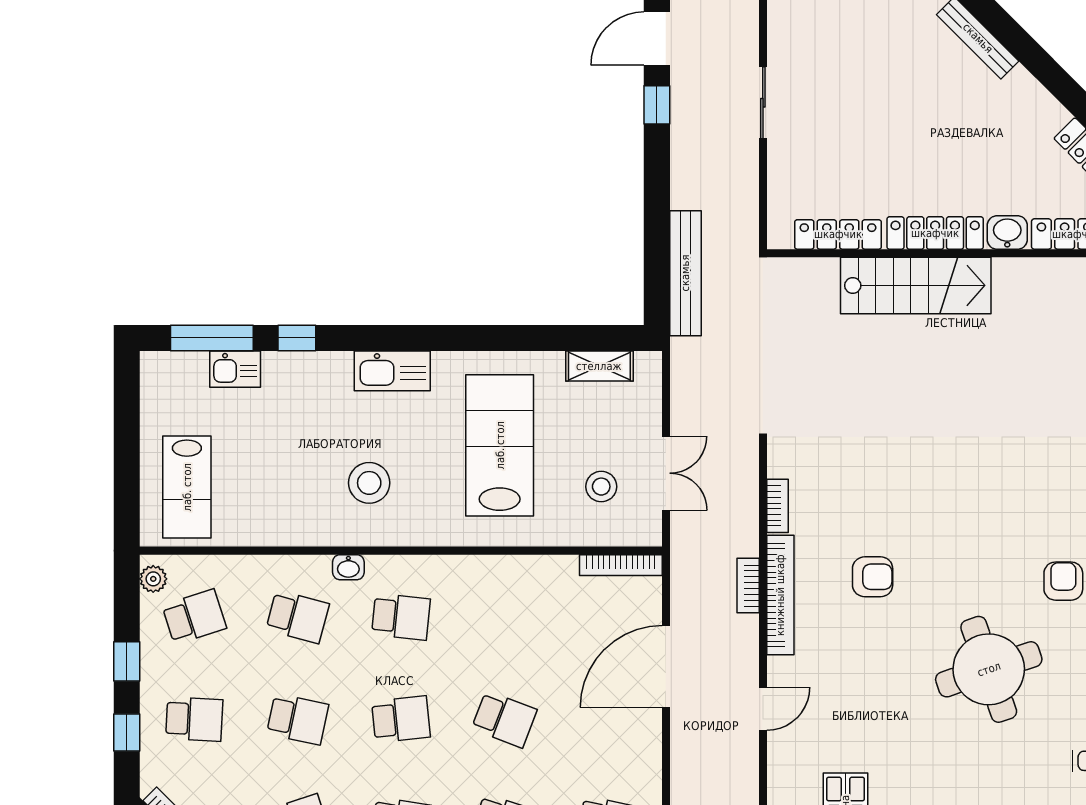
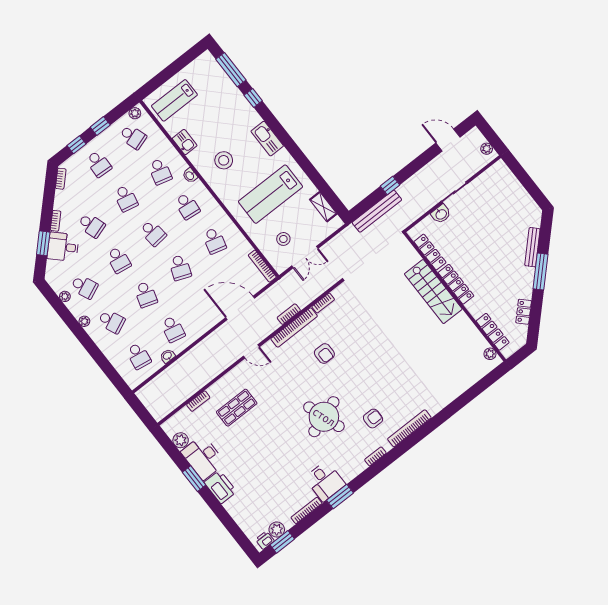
window: (1034, 58) -> (540, 271), added
window: (657, 105) -> (390, 185), moved
washbasin: (1007, 232) -> (441, 214), moved, turned 90
kitchen sink: (235, 369) -> (185, 142), moved, turned 180
lab bench: (500, 445) -> (270, 194), turned 180
school desk: (504, 617) -> (214, 241), added

